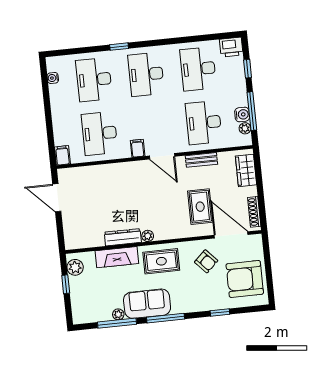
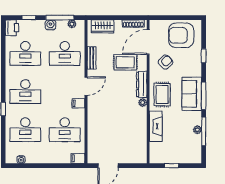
water cooler: (242, 115) -> (50, 25), moved
dresser: (123, 237) -> (142, 84), moved
plant: (75, 267) -> (160, 158), removed
armchair: (245, 279) -> (181, 35), turned 90
sofa: (147, 304) -> (192, 94), moved

